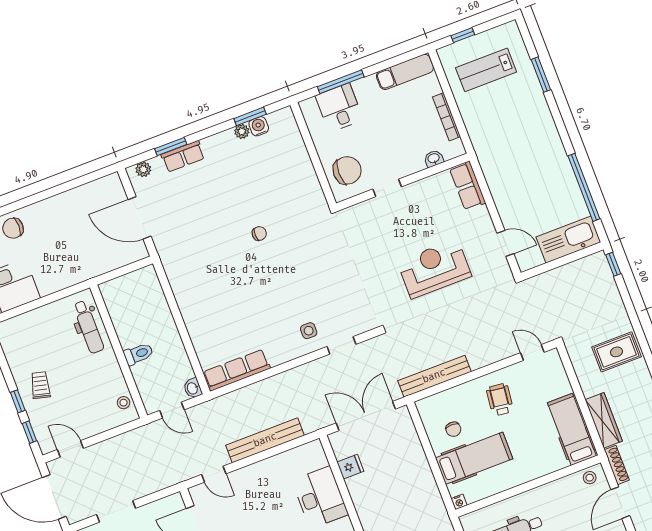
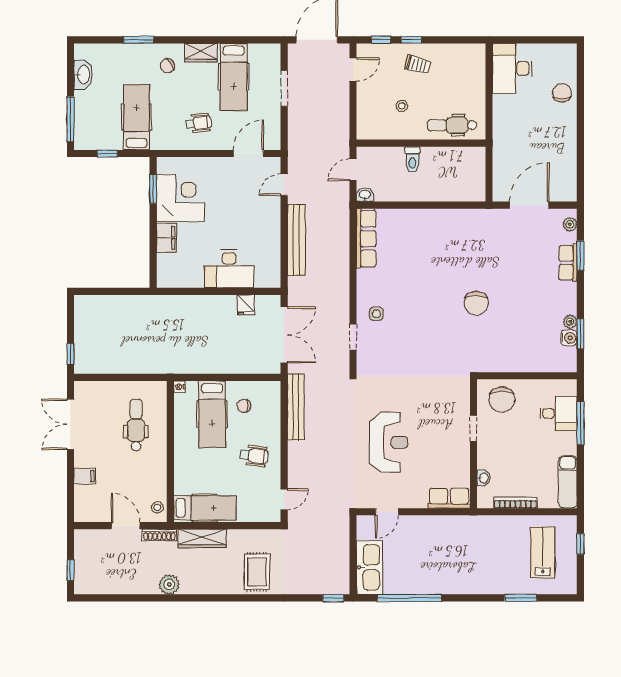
chair: (259, 234) -> (476, 303), width x1.87, depth x1.87
stool: (124, 403) -> (402, 106), moved

